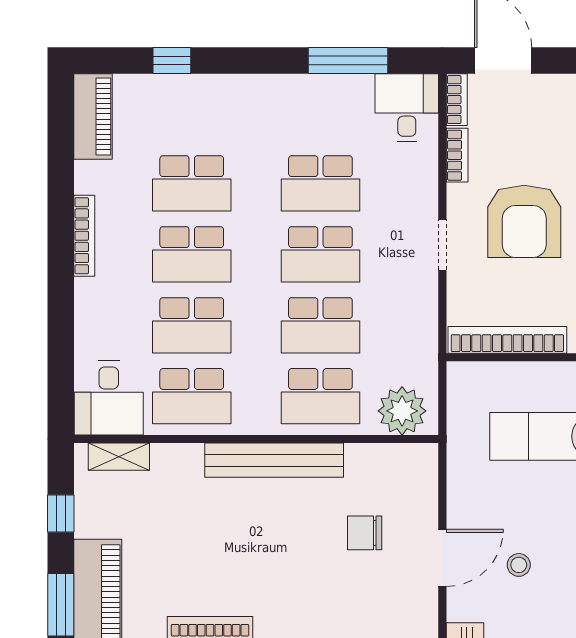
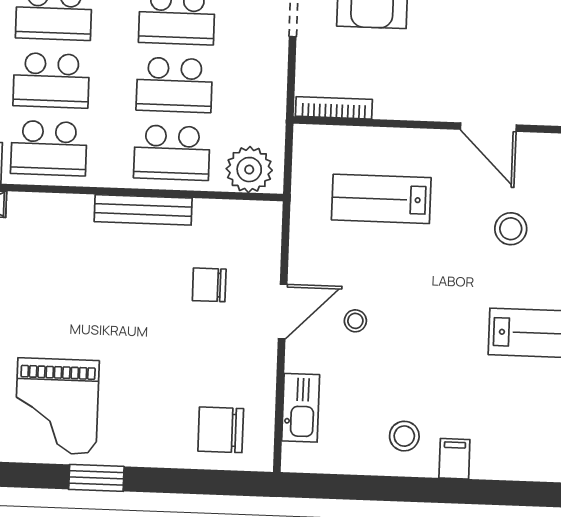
bookcase: (507, 340) -> (334, 108), width x0.68, depth x0.76
bench: (274, 460) -> (143, 210), width x0.73, depth x0.82

